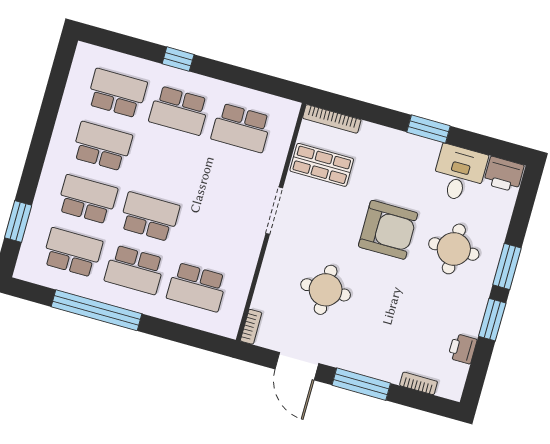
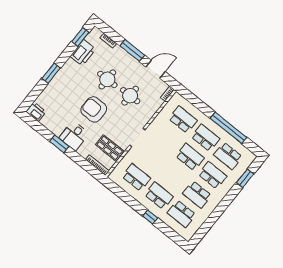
desk: (459, 174) -> (74, 136), moved
school desk: (87, 199) -> (212, 175), turned 180
school desk: (149, 217) -> (190, 157), turned 180
round table: (454, 249) -> (107, 79), moved
window: (492, 320) -> (80, 37), moved
printer: (462, 349) -> (83, 53), width x1.87, depth x1.48
door: (297, 366) -> (156, 69), hinge flipped

